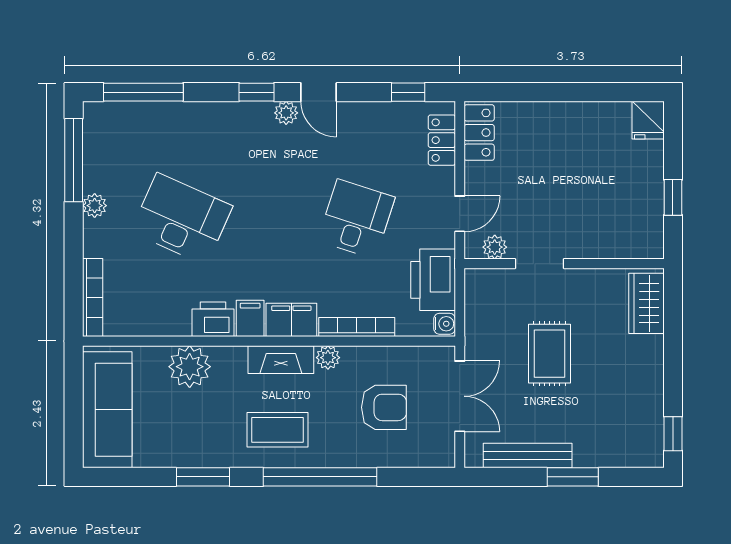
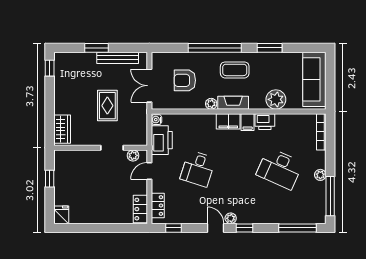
bookcase: (357, 327) -> (198, 118), removed

